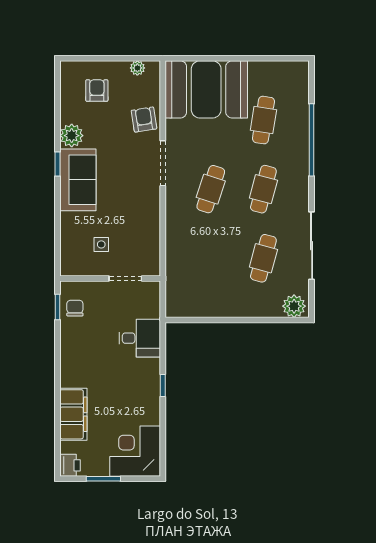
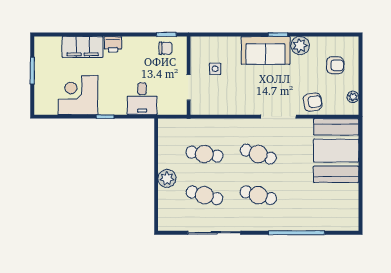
cafe table: (263, 120) -> (204, 154), moved
plant: (294, 306) -> (167, 178), moved
corner desk: (135, 451) -> (78, 95), moved, turned -90
printer: (70, 465) -> (113, 44), moved

